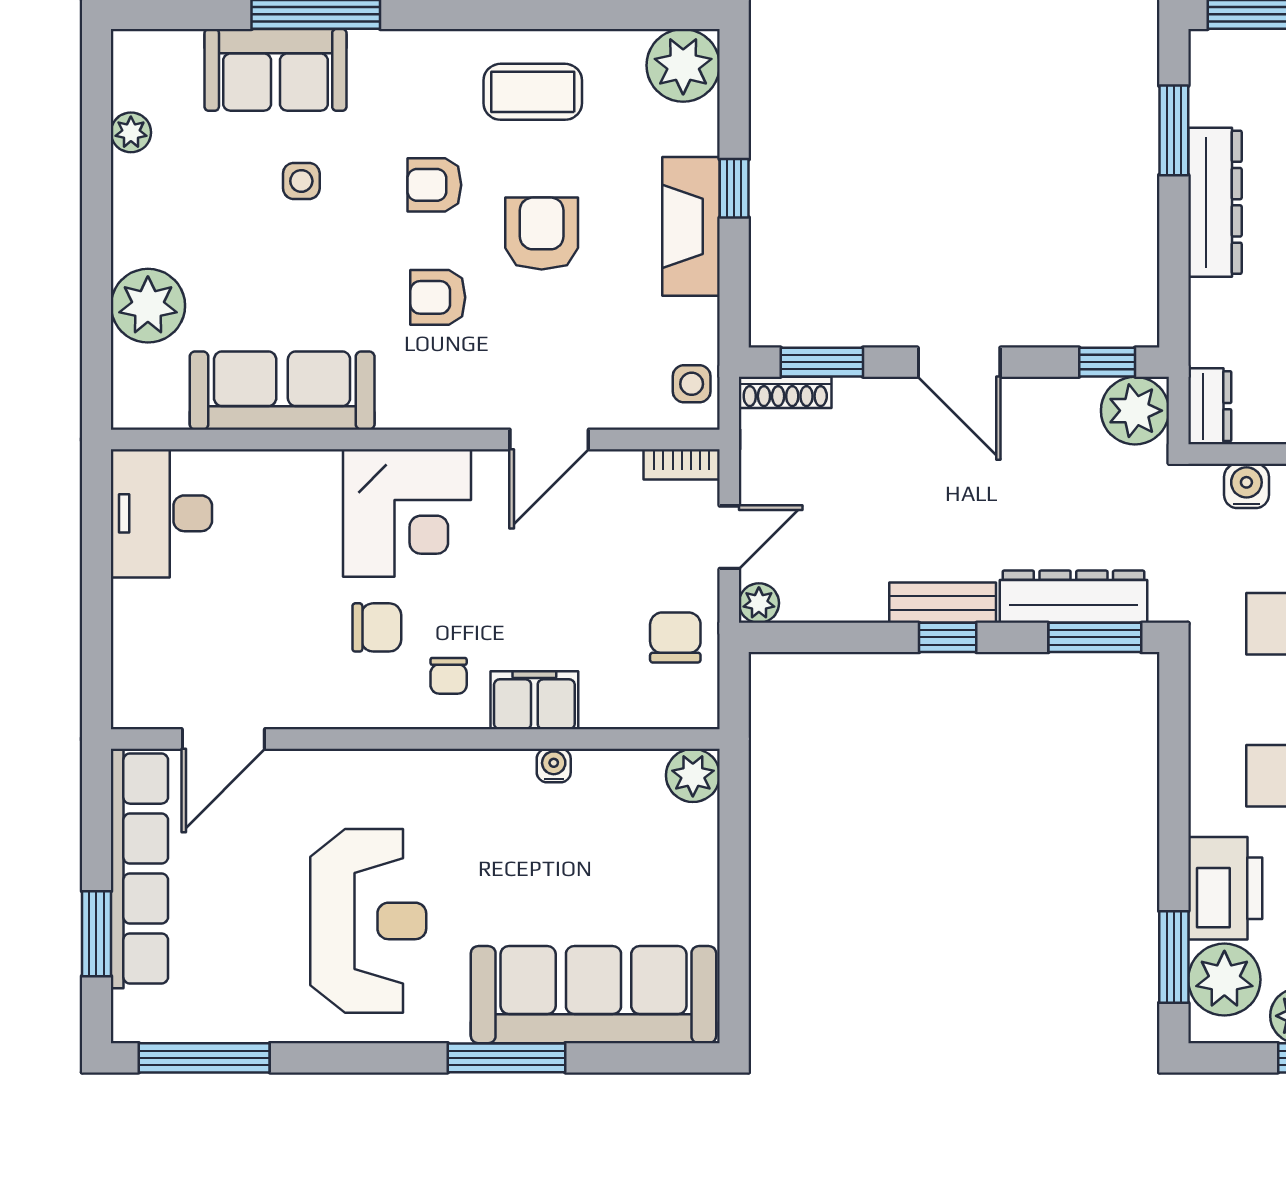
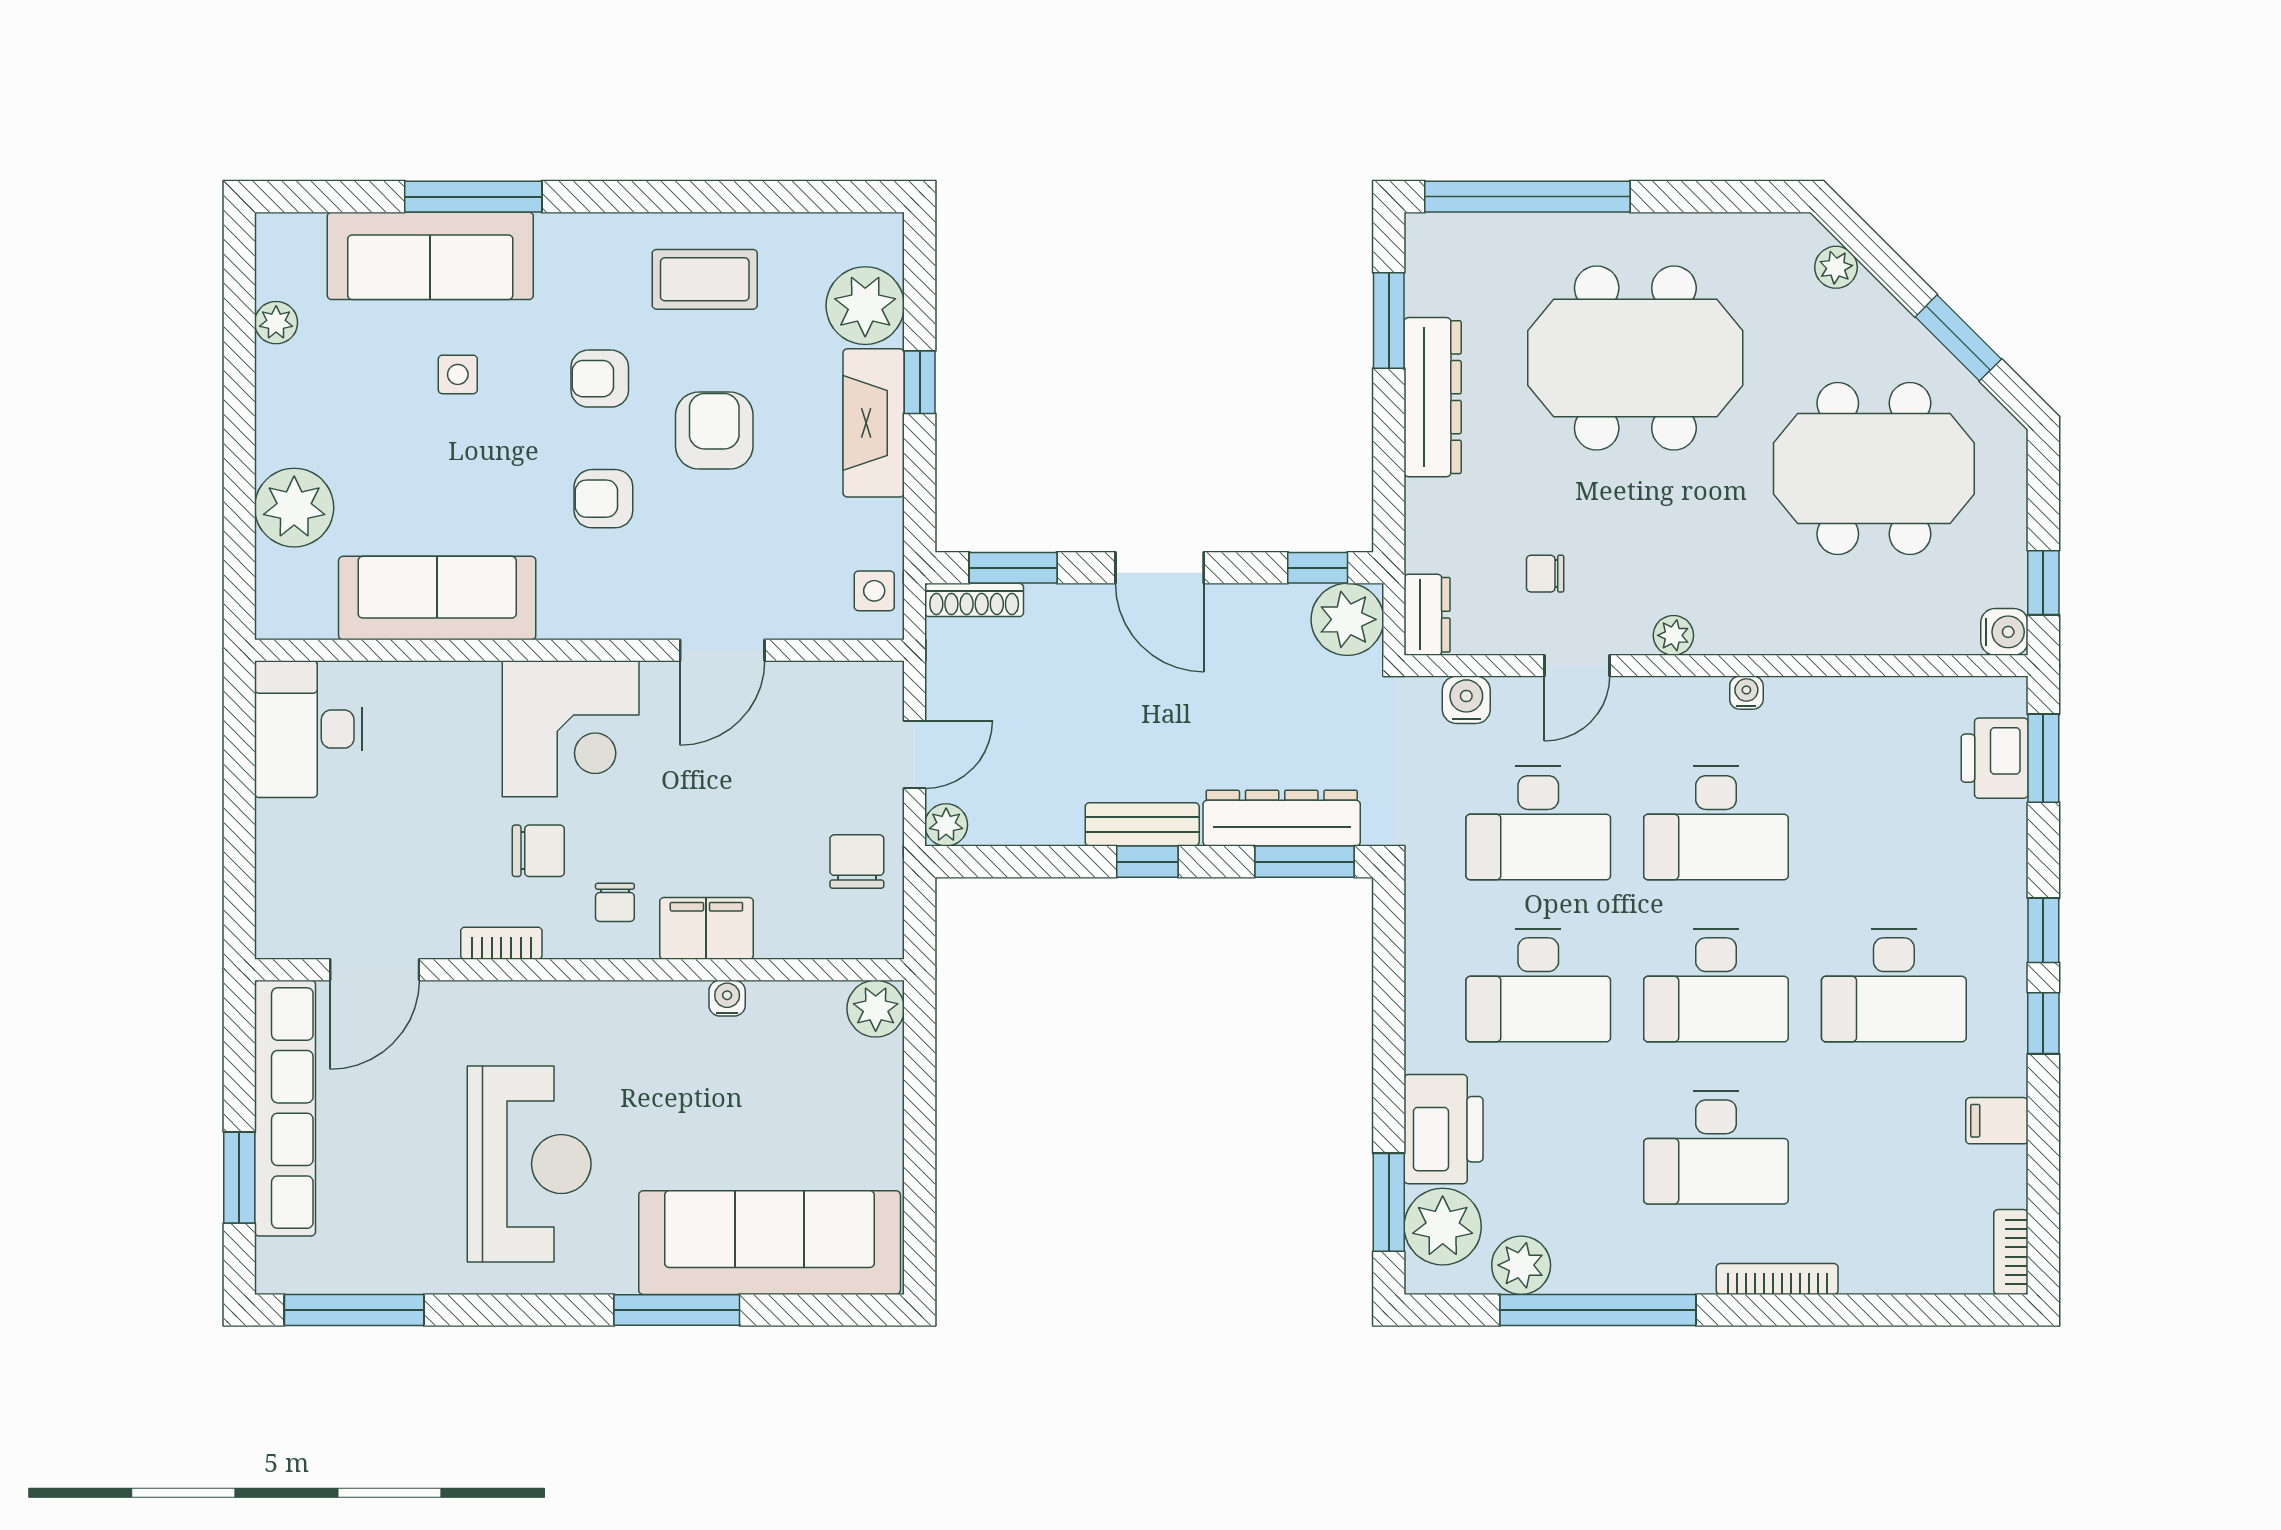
plant: (683, 65) -> (865, 306), moved
sofa: (276, 70) -> (430, 256), width x1.36
bookcase: (682, 464) -> (501, 943), moved, turned 180

